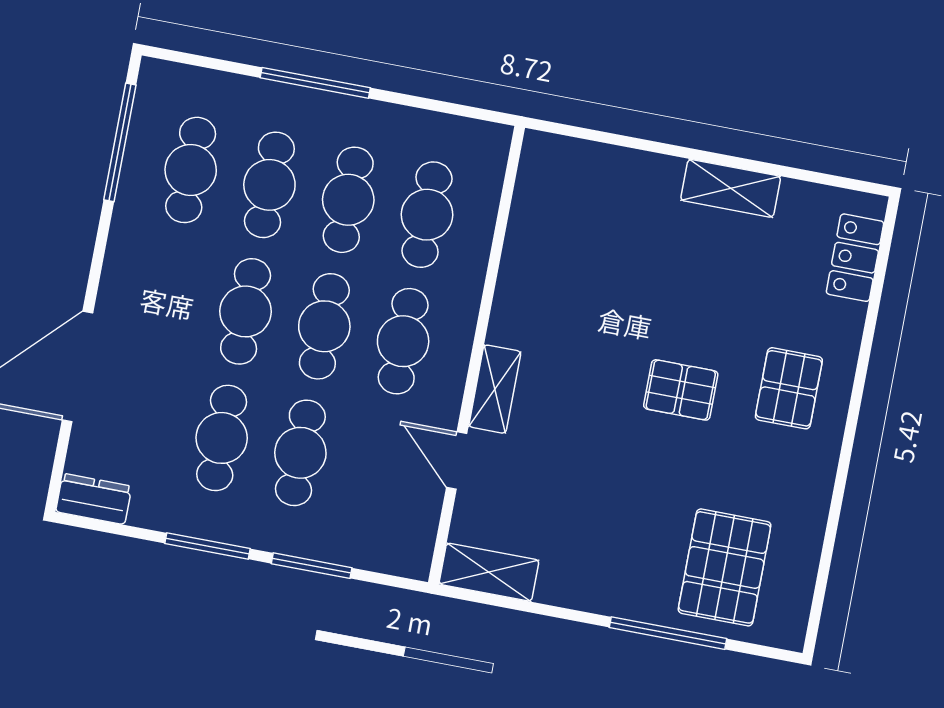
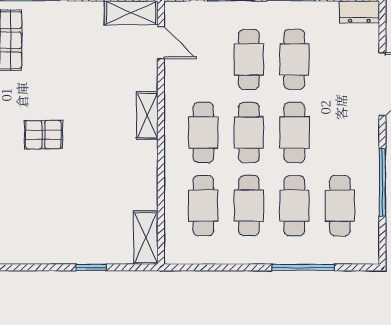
window: (315, 83) -> (303, 267), moved
window: (120, 142) -> (382, 182), moved
window: (641, 144) -> (91, 267), added
shelving: (731, 188) -> (146, 238), moved, turned 90
door: (457, 461) -> (161, 43), moved

